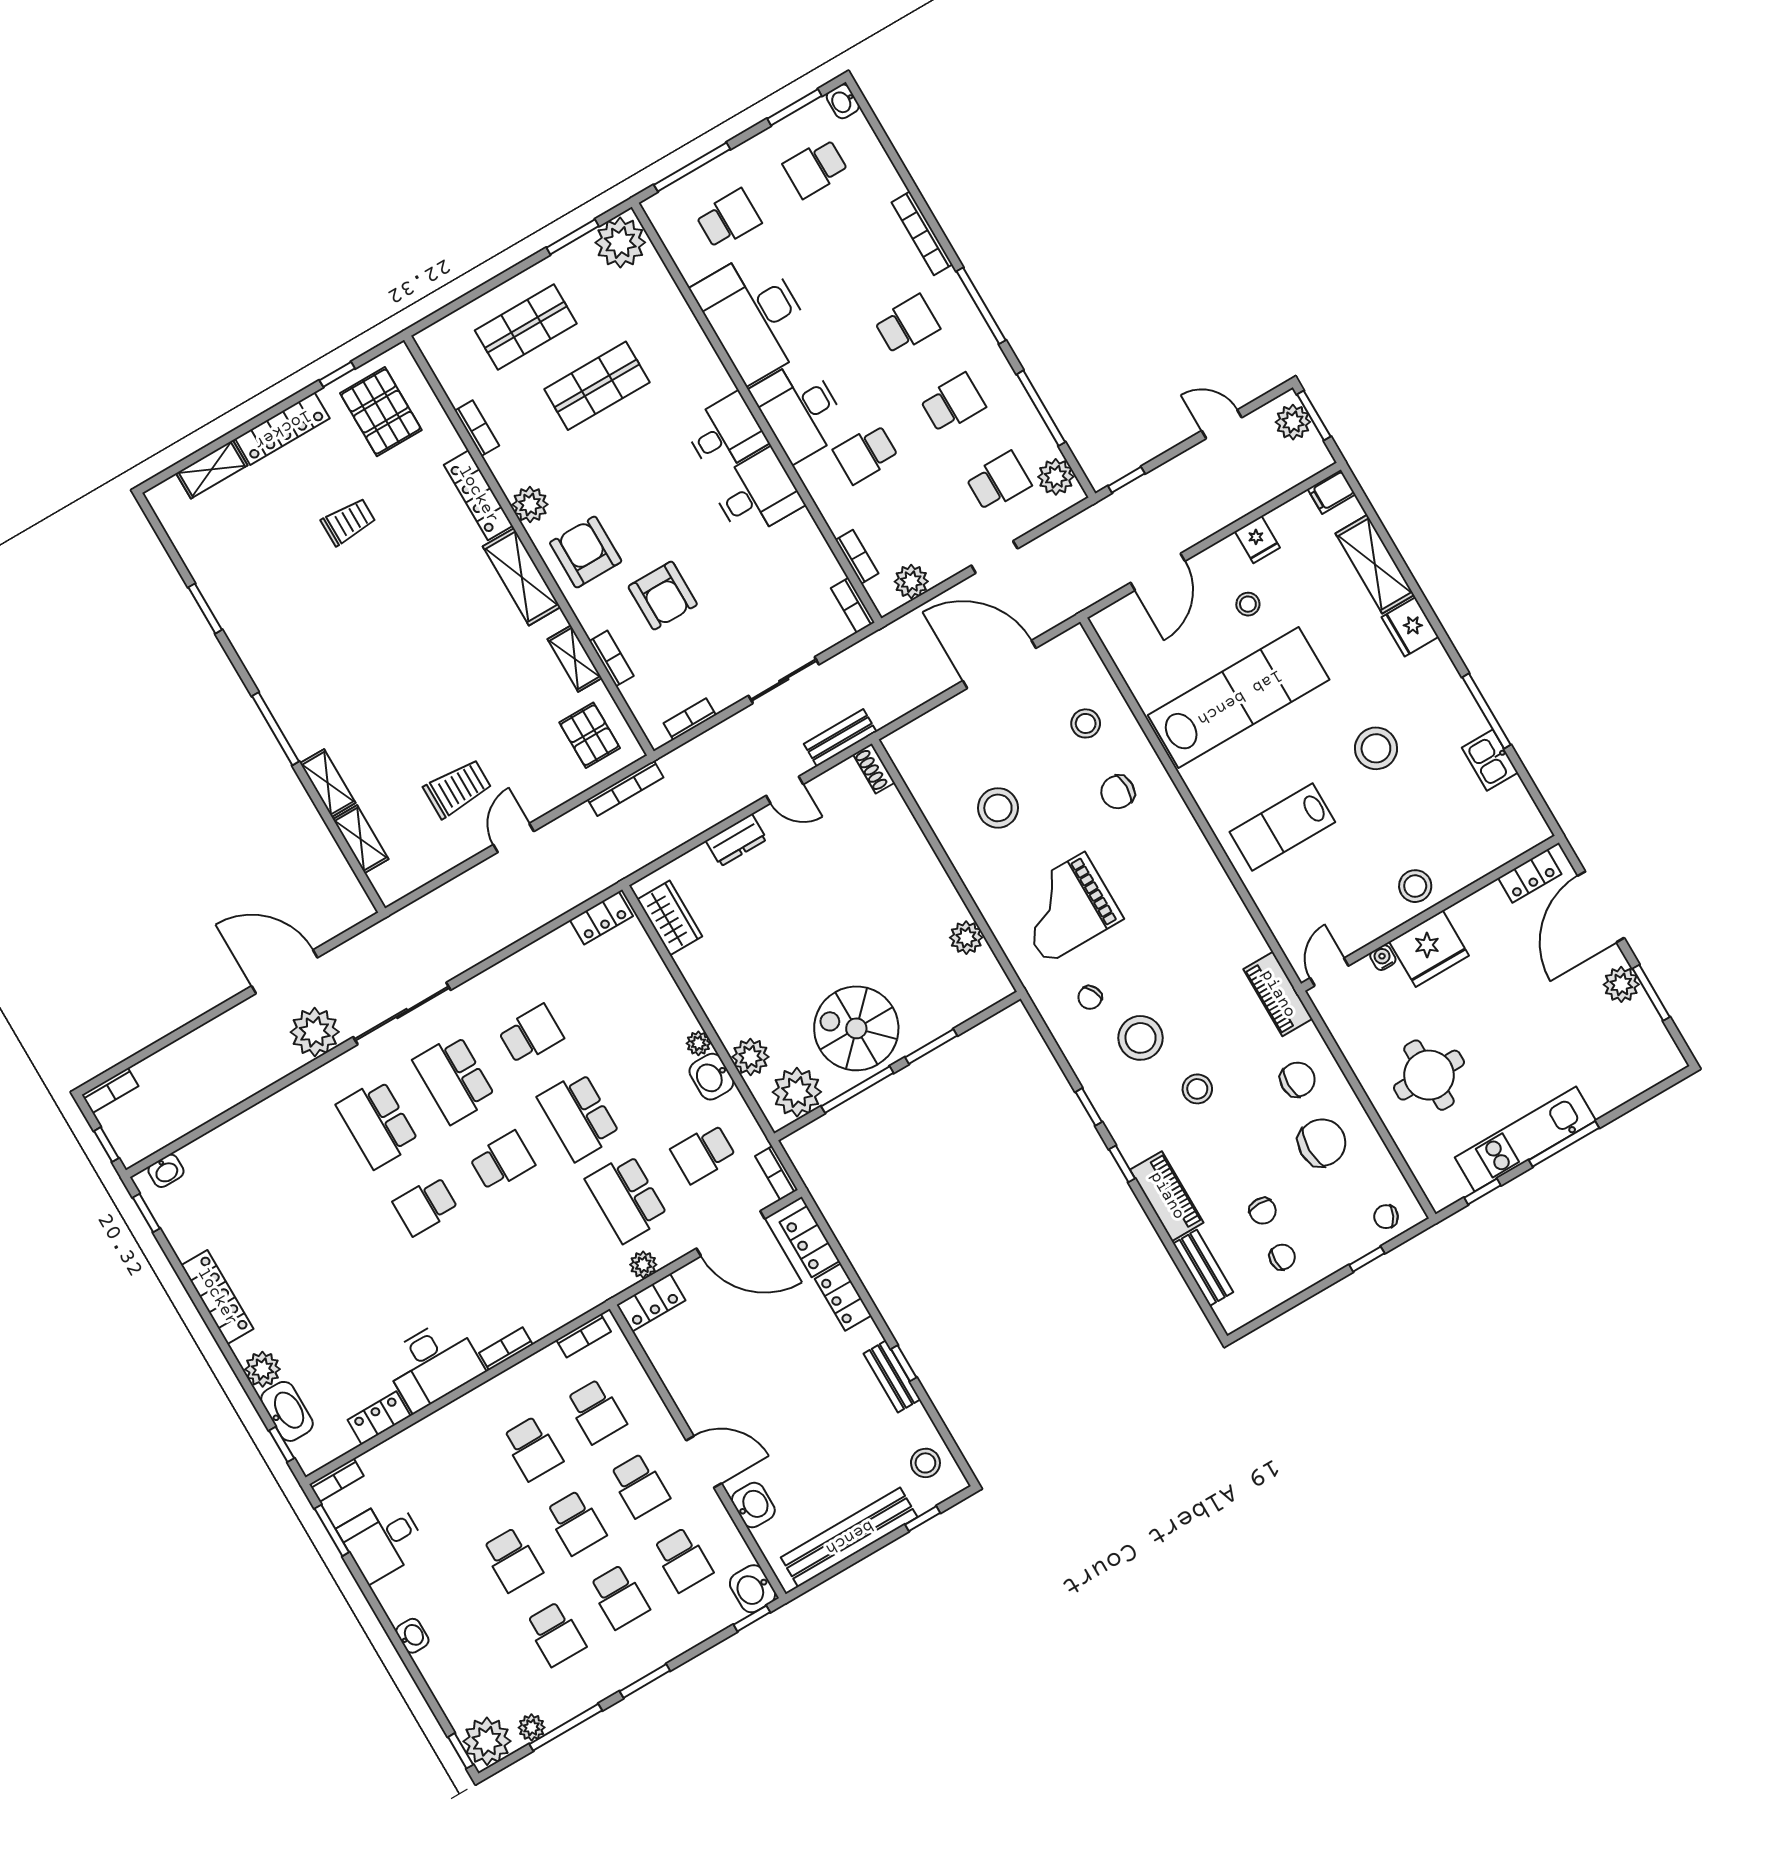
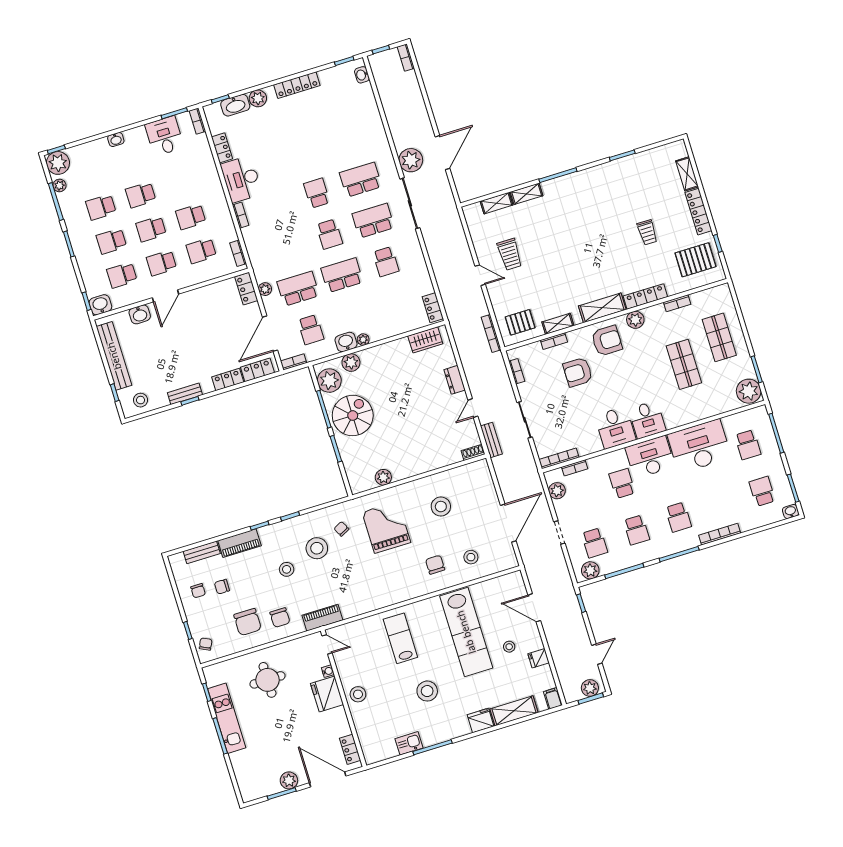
bookcase: (853, 605) -> (559, 458), width x1.56
school desk: (703, 1153) -> (311, 330), turned 180

